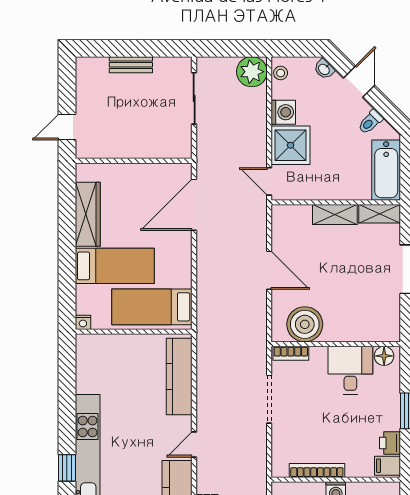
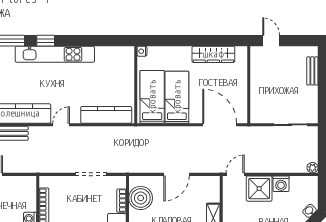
bench: (131, 65) -> (312, 71), moved
plant: (252, 72) -> (312, 168), width x0.53, depth x0.53
stool: (281, 73) -> (307, 182), removed
bed: (115, 266) -> (177, 97), moved, turned 180
bookcase: (291, 353) -> (121, 201), moved
door: (194, 444) -> (61, 125), hinge flipped

